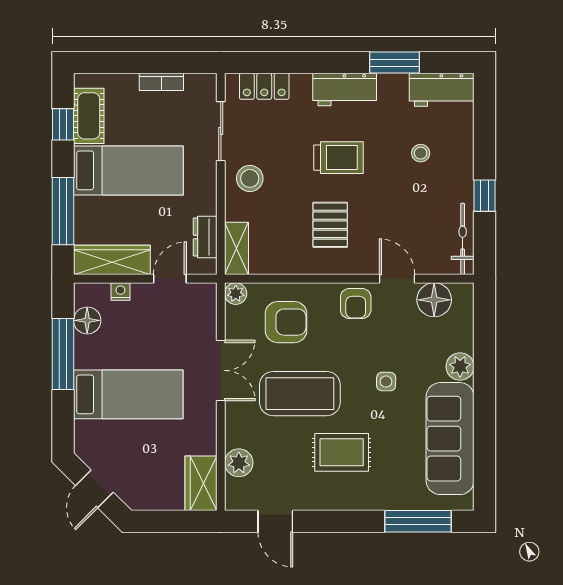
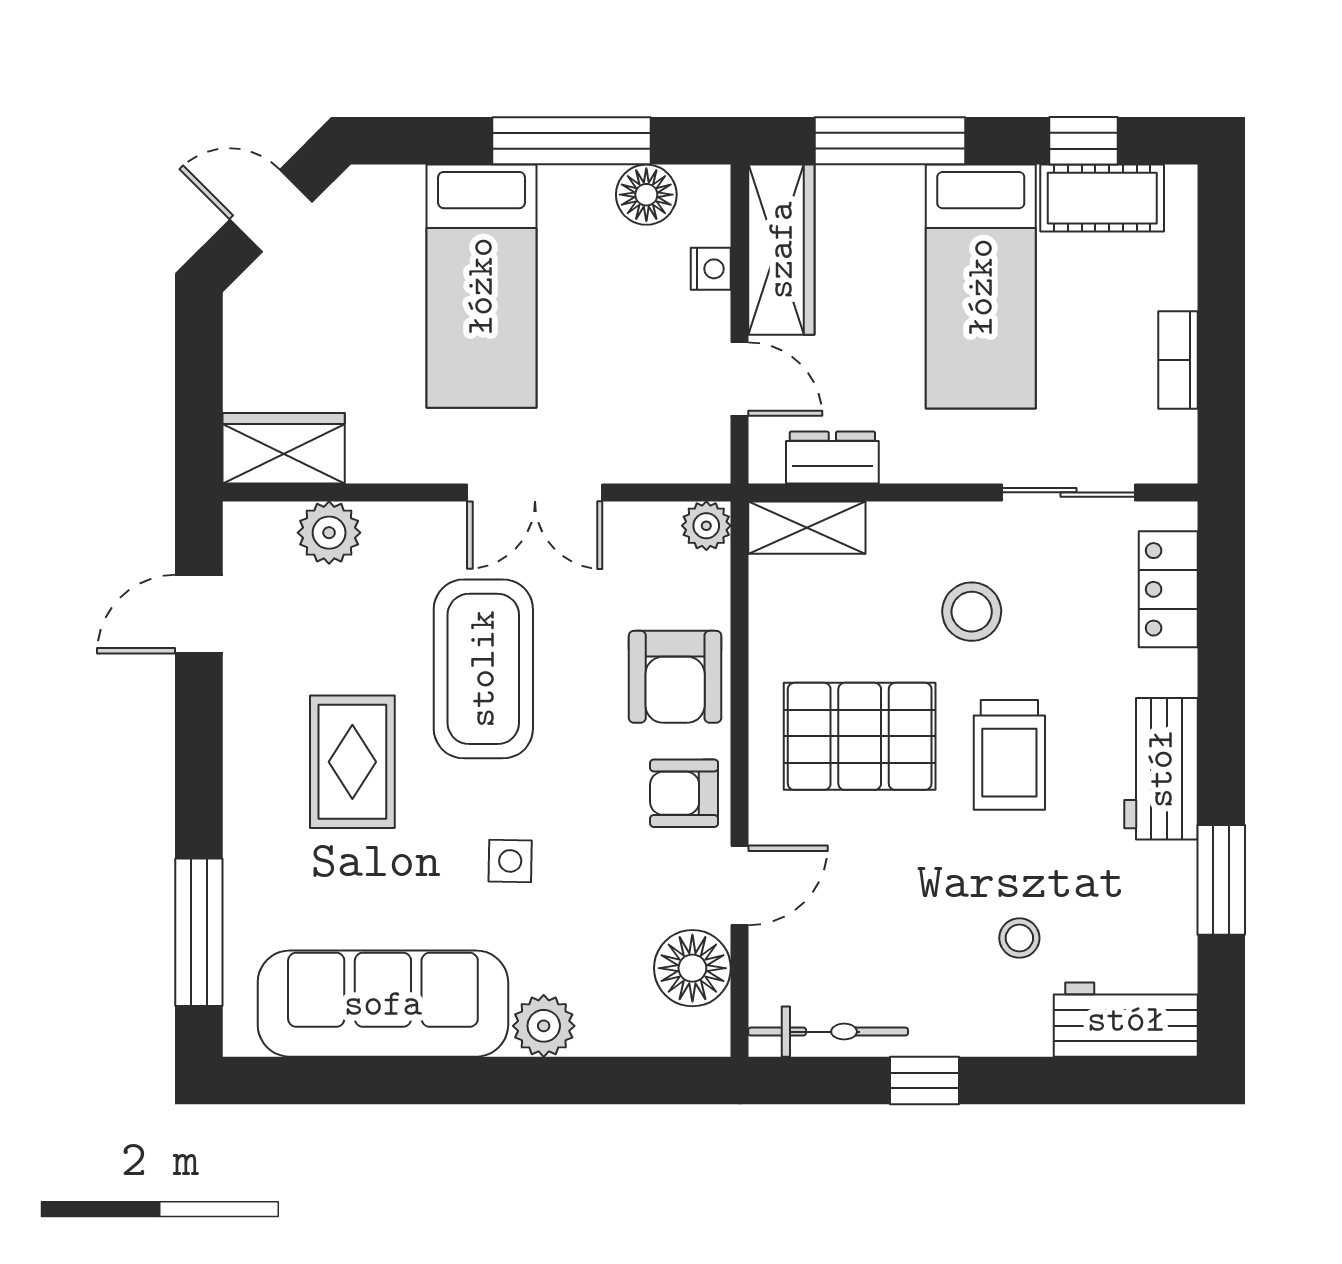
workbench: (442, 90) -> (1126, 1020), moved, turned 90
stool: (250, 178) -> (972, 612), moved
pallet: (330, 225) -> (860, 736), width x1.50, depth x1.42
armchair: (286, 322) -> (675, 677), moved

